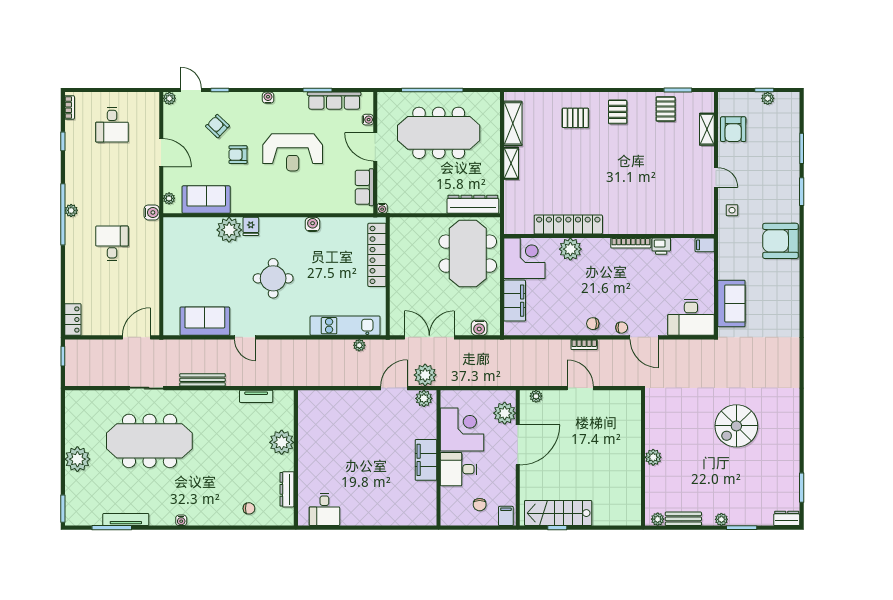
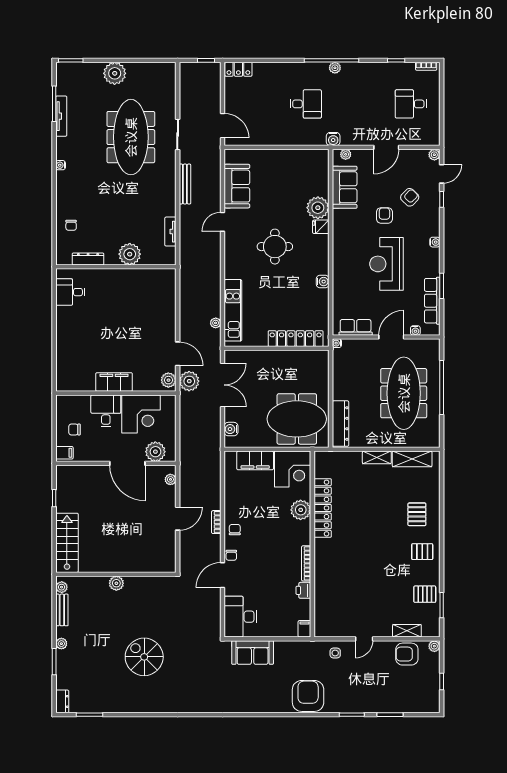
plant: (768, 98) -> (434, 646), moved
stairs: (558, 513) -> (67, 543), moved

